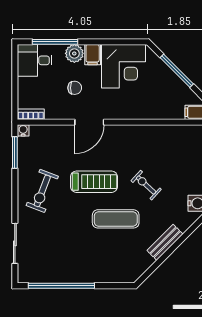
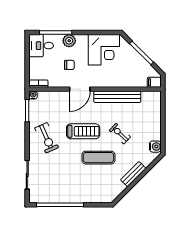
filing cabinet: (93, 55) -> (82, 42), removed
bench: (142, 133) -> (117, 97), added
exercise bike: (42, 191) -> (47, 138), turned -45

